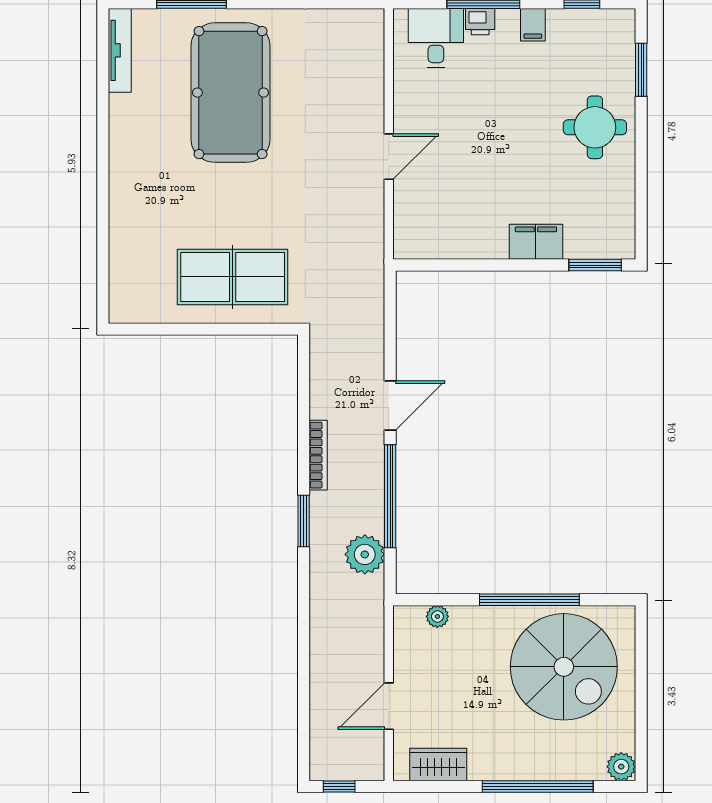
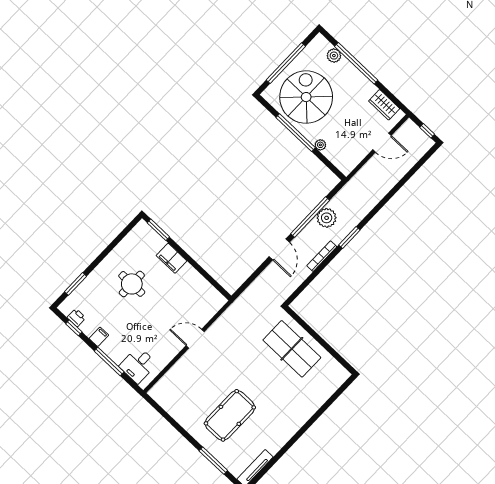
printer: (480, 22) -> (76, 318), moved
pool table: (231, 93) -> (230, 415), width x0.73, depth x0.76
round table: (595, 127) -> (132, 284), moved
door: (390, 406) -> (279, 249), swing flipped
plant: (365, 554) -> (327, 218), moved
plant: (437, 616) -> (320, 145), moved
window: (641, 688) -> (286, 63), added
plant: (621, 767) -> (334, 56), moved

